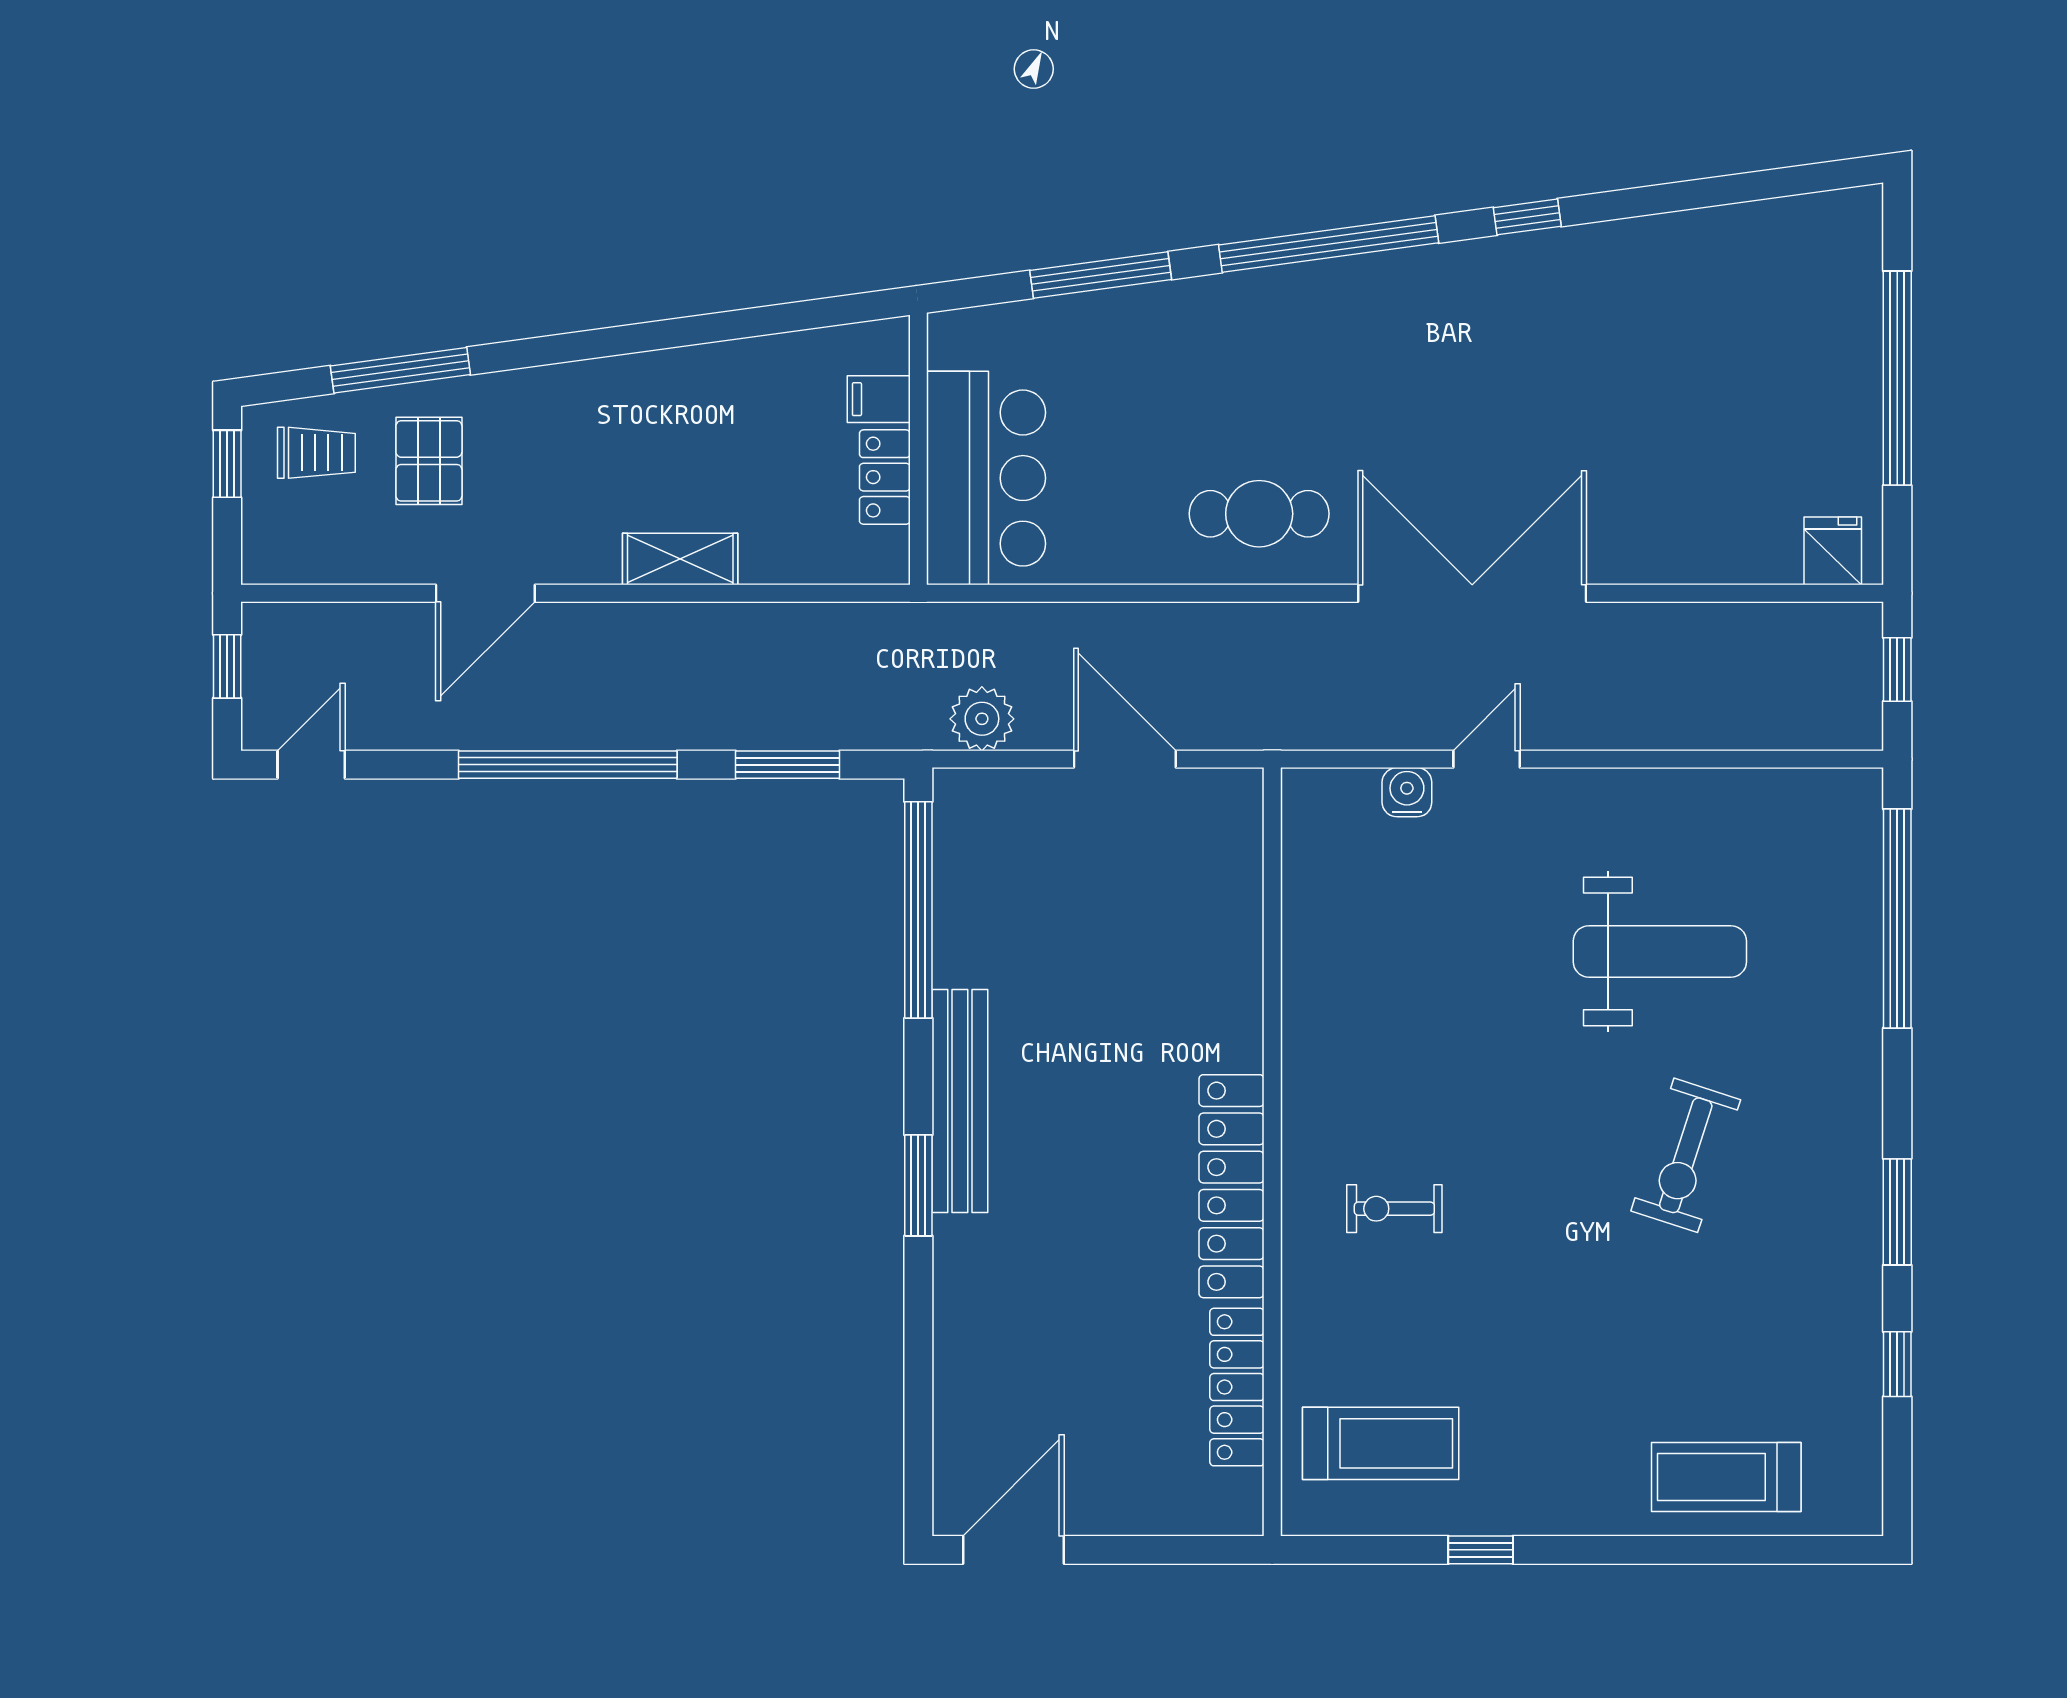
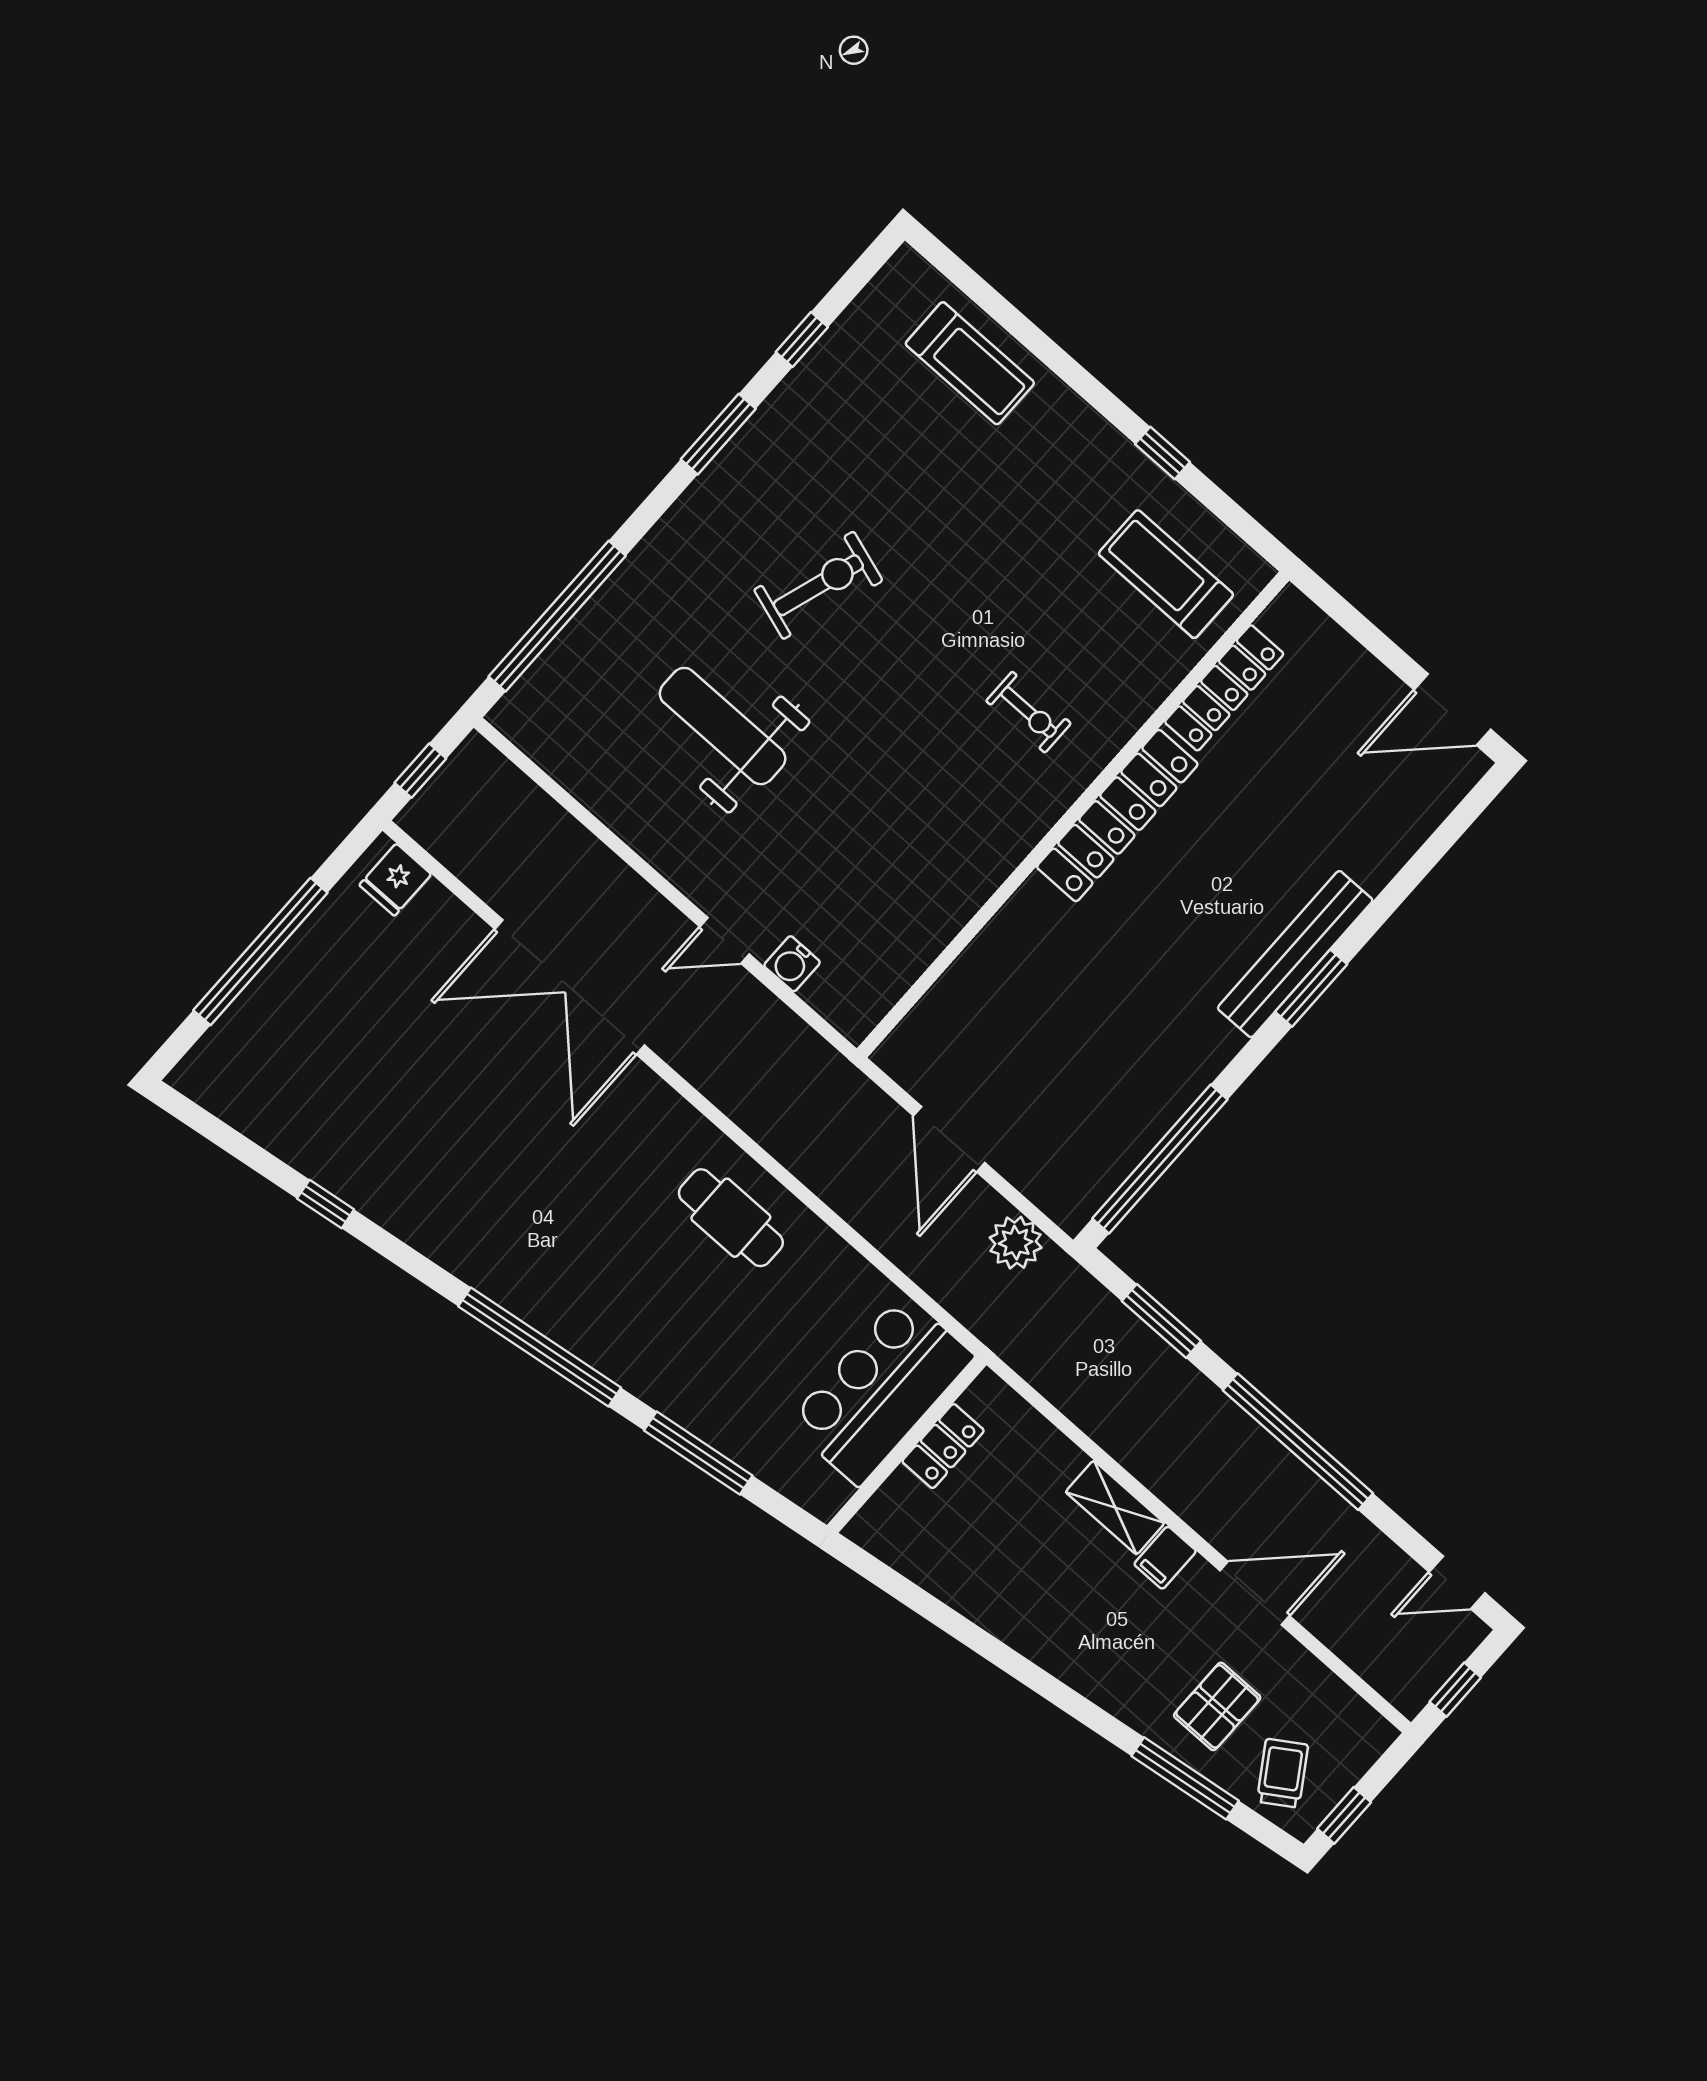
window: (1527, 217) -> (326, 1204), moved
filing cabinet: (879, 399) -> (1165, 1558), moved, turned 90
trolley: (316, 453) -> (1283, 1773), turned 57
double door: (1472, 593) -> (570, 987), moved
bench: (960, 1101) -> (1295, 954), moved

